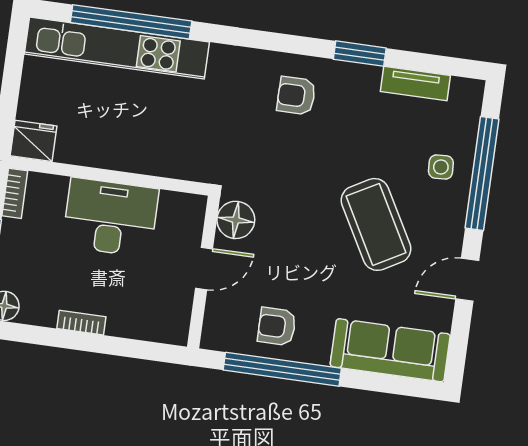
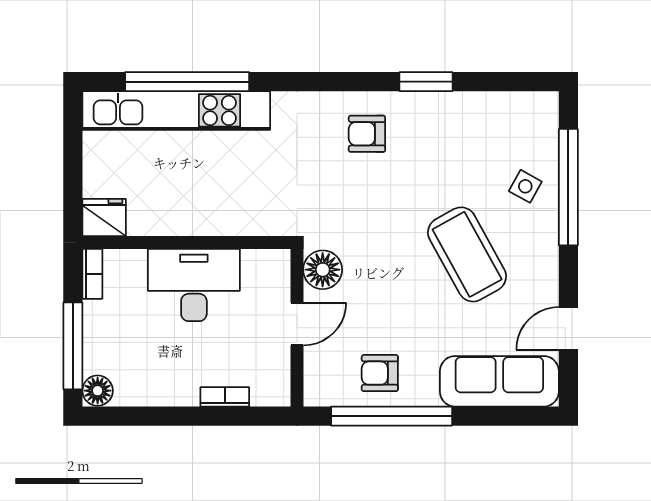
tv unit: (415, 83) -> (487, 104), removed
side table: (441, 167) -> (525, 186), turned 32
door: (467, 280) -> (568, 328), moved
bookcase: (81, 323) -> (225, 397), moved

